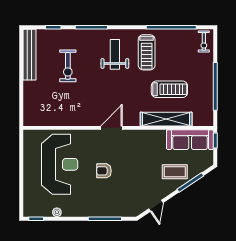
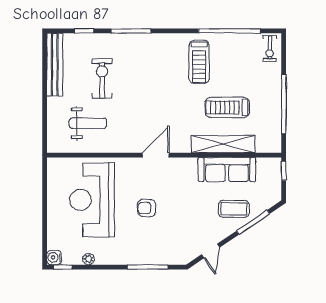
weight bench: (115, 54) -> (88, 123), moved, turned 90
exercise bike: (68, 66) -> (102, 79), turned 180
treadmill: (169, 89) -> (227, 107), turned 180
sofa: (190, 140) -> (227, 170), moved
reception desk: (60, 164) -> (92, 200), turned 180
water cooler: (29, 211) -> (54, 257), added

